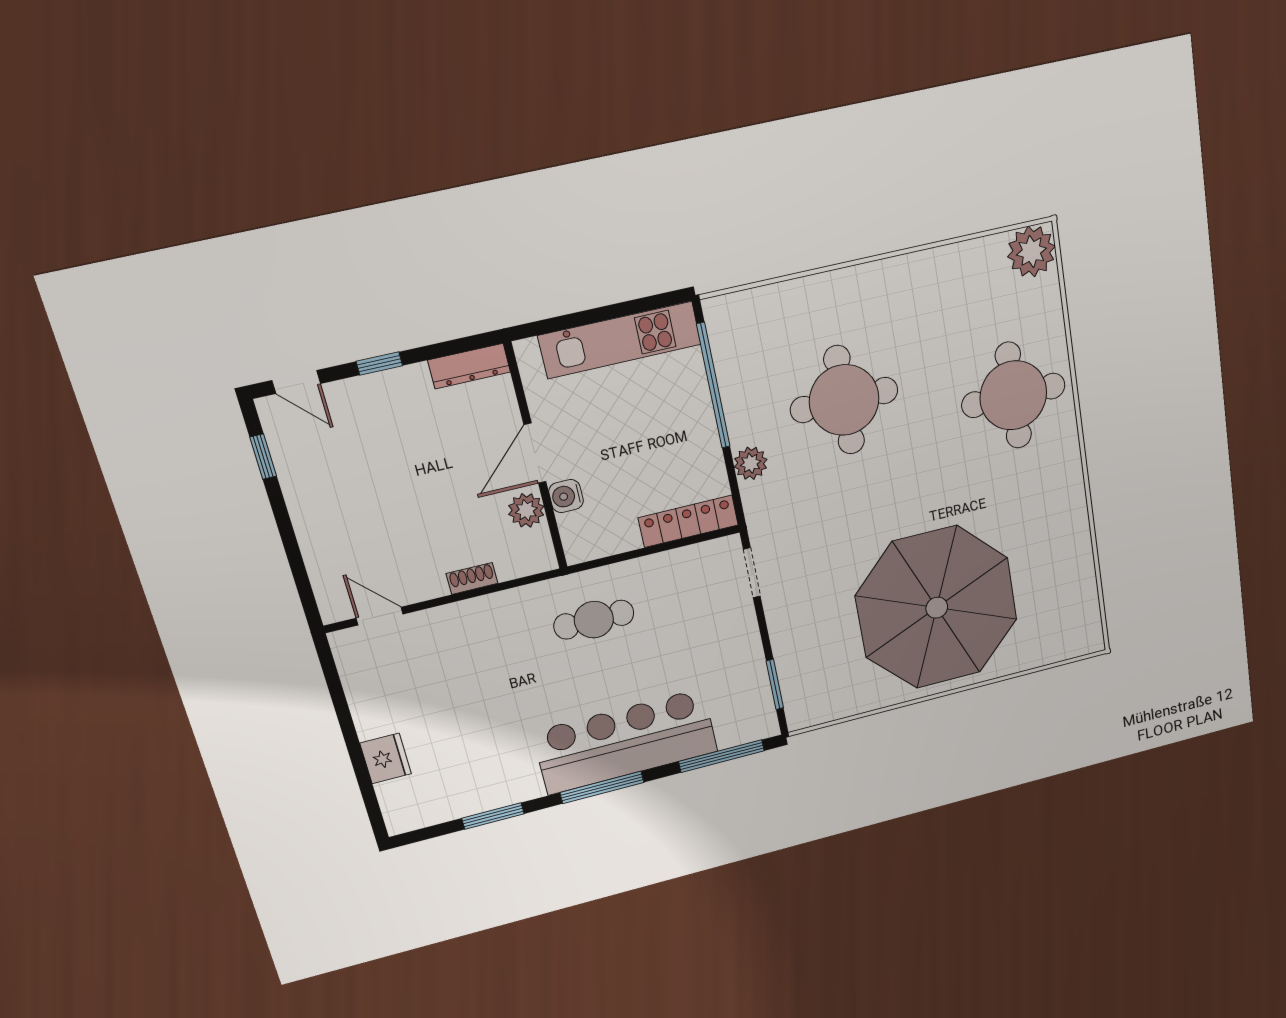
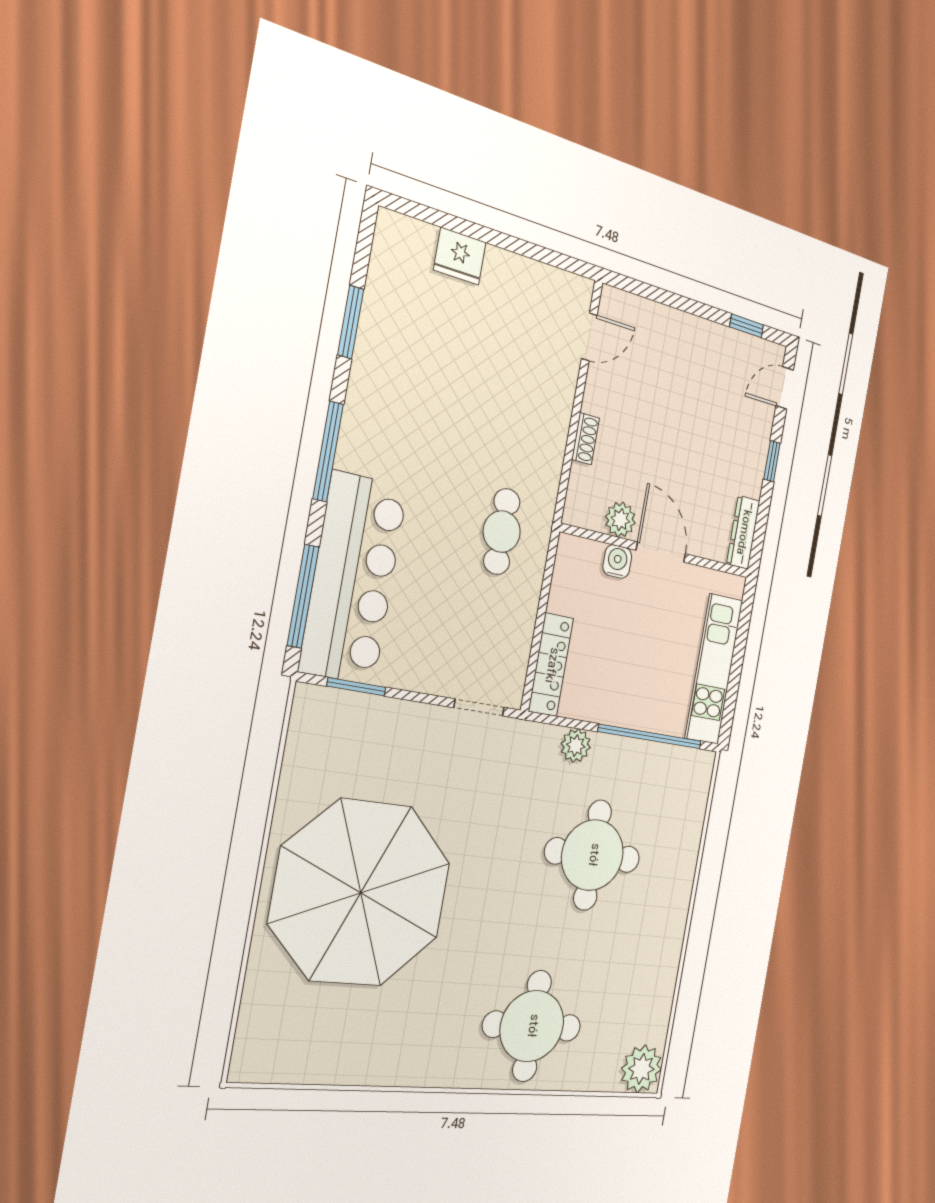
bar counter: (626, 742) -> (353, 579), moved

